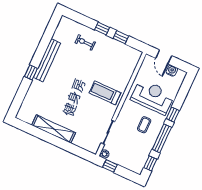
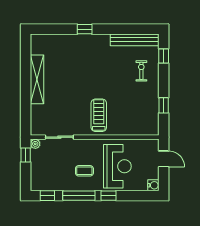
window: (102, 29) -> (164, 56), moved
door: (164, 57) -> (164, 159), swing flipped
bench: (47, 60) -> (135, 40), moved
water cooler: (172, 71) -> (153, 185), moved

